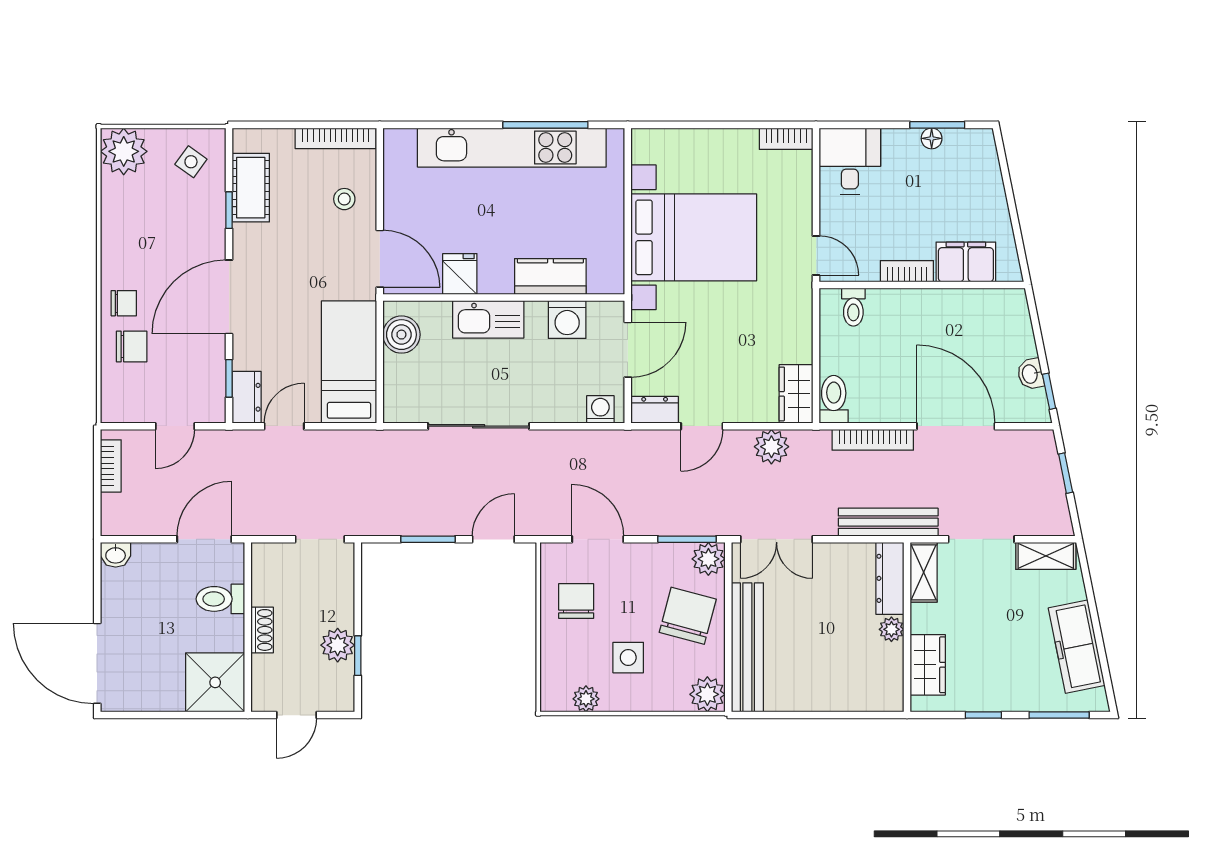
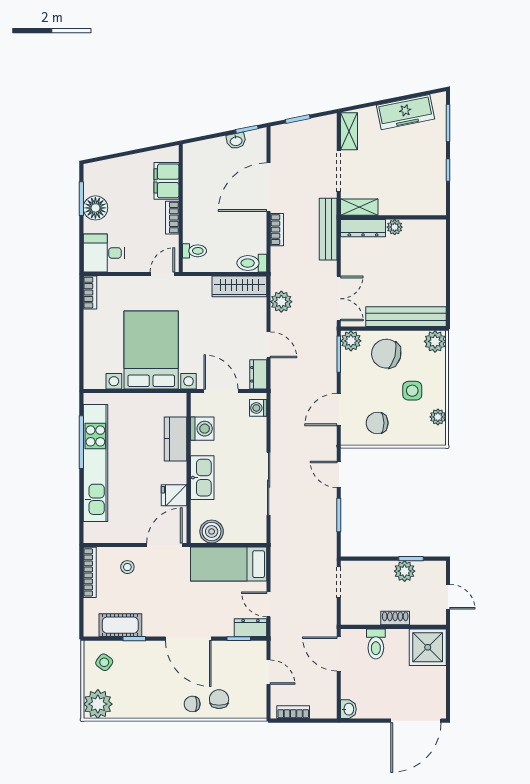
floor lamp: (932, 138) -> (95, 208), width x1.89, depth x1.89
chair: (124, 303) -> (192, 704), turned -90
wardrobe: (796, 394) -> (239, 286), width x1.50
bookcase: (873, 440) -> (277, 230), width x0.64
wardrobe: (928, 665) -> (417, 205), removed

